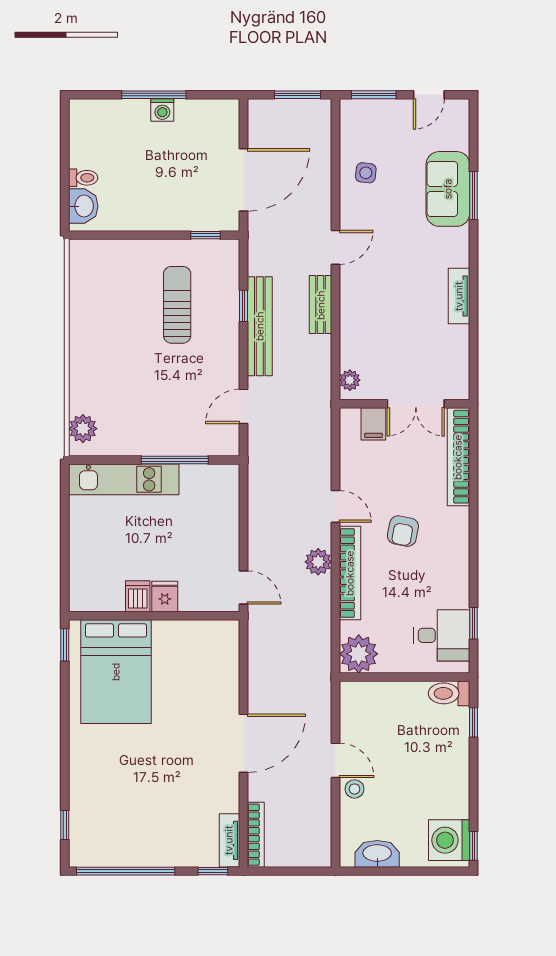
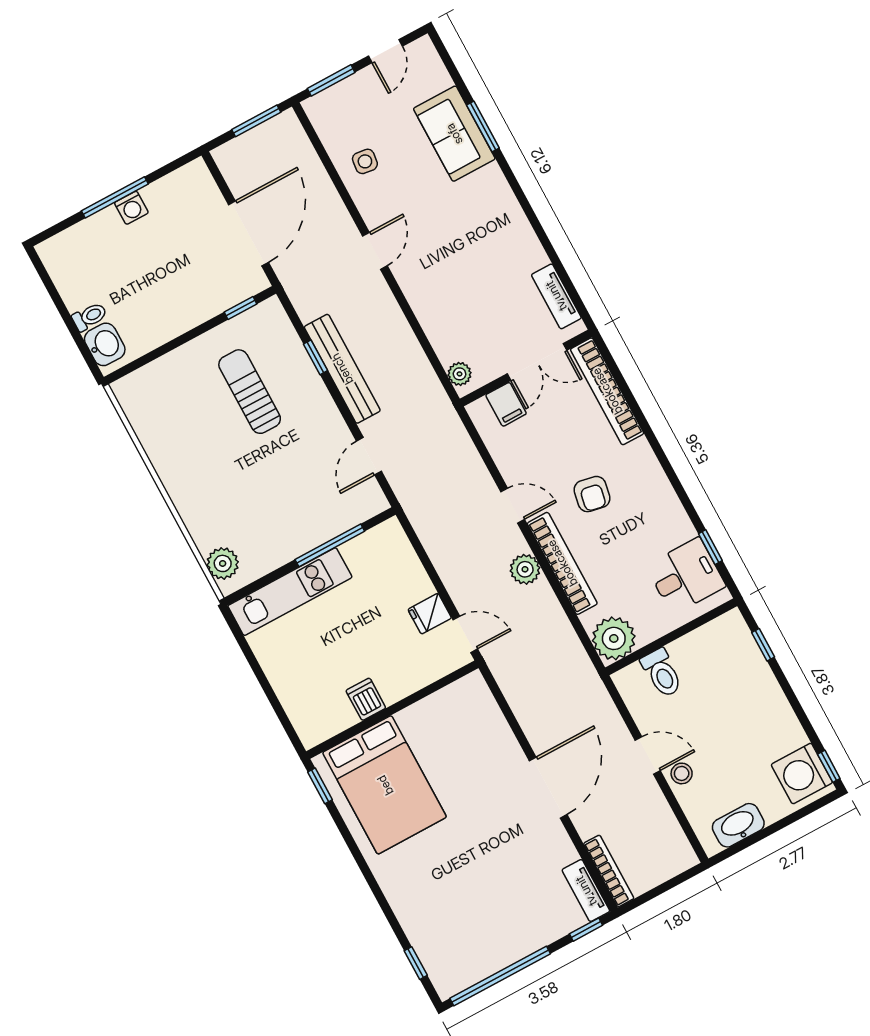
tv unit: (459, 296) -> (556, 296), moved
bench: (321, 305) -> (390, 315), removed
fridge: (165, 596) -> (430, 614), moved, turned -90
toilet: (449, 693) -> (662, 673), moved, turned -90

